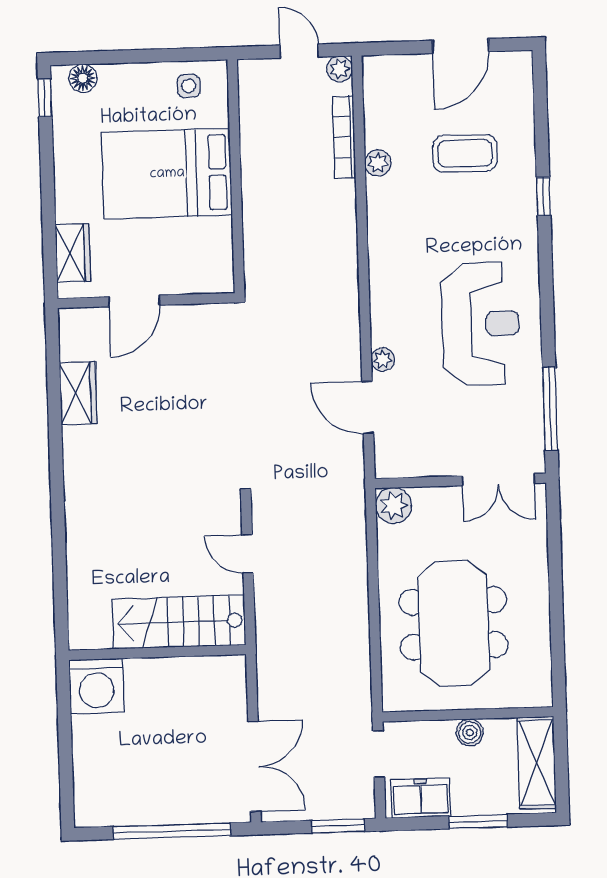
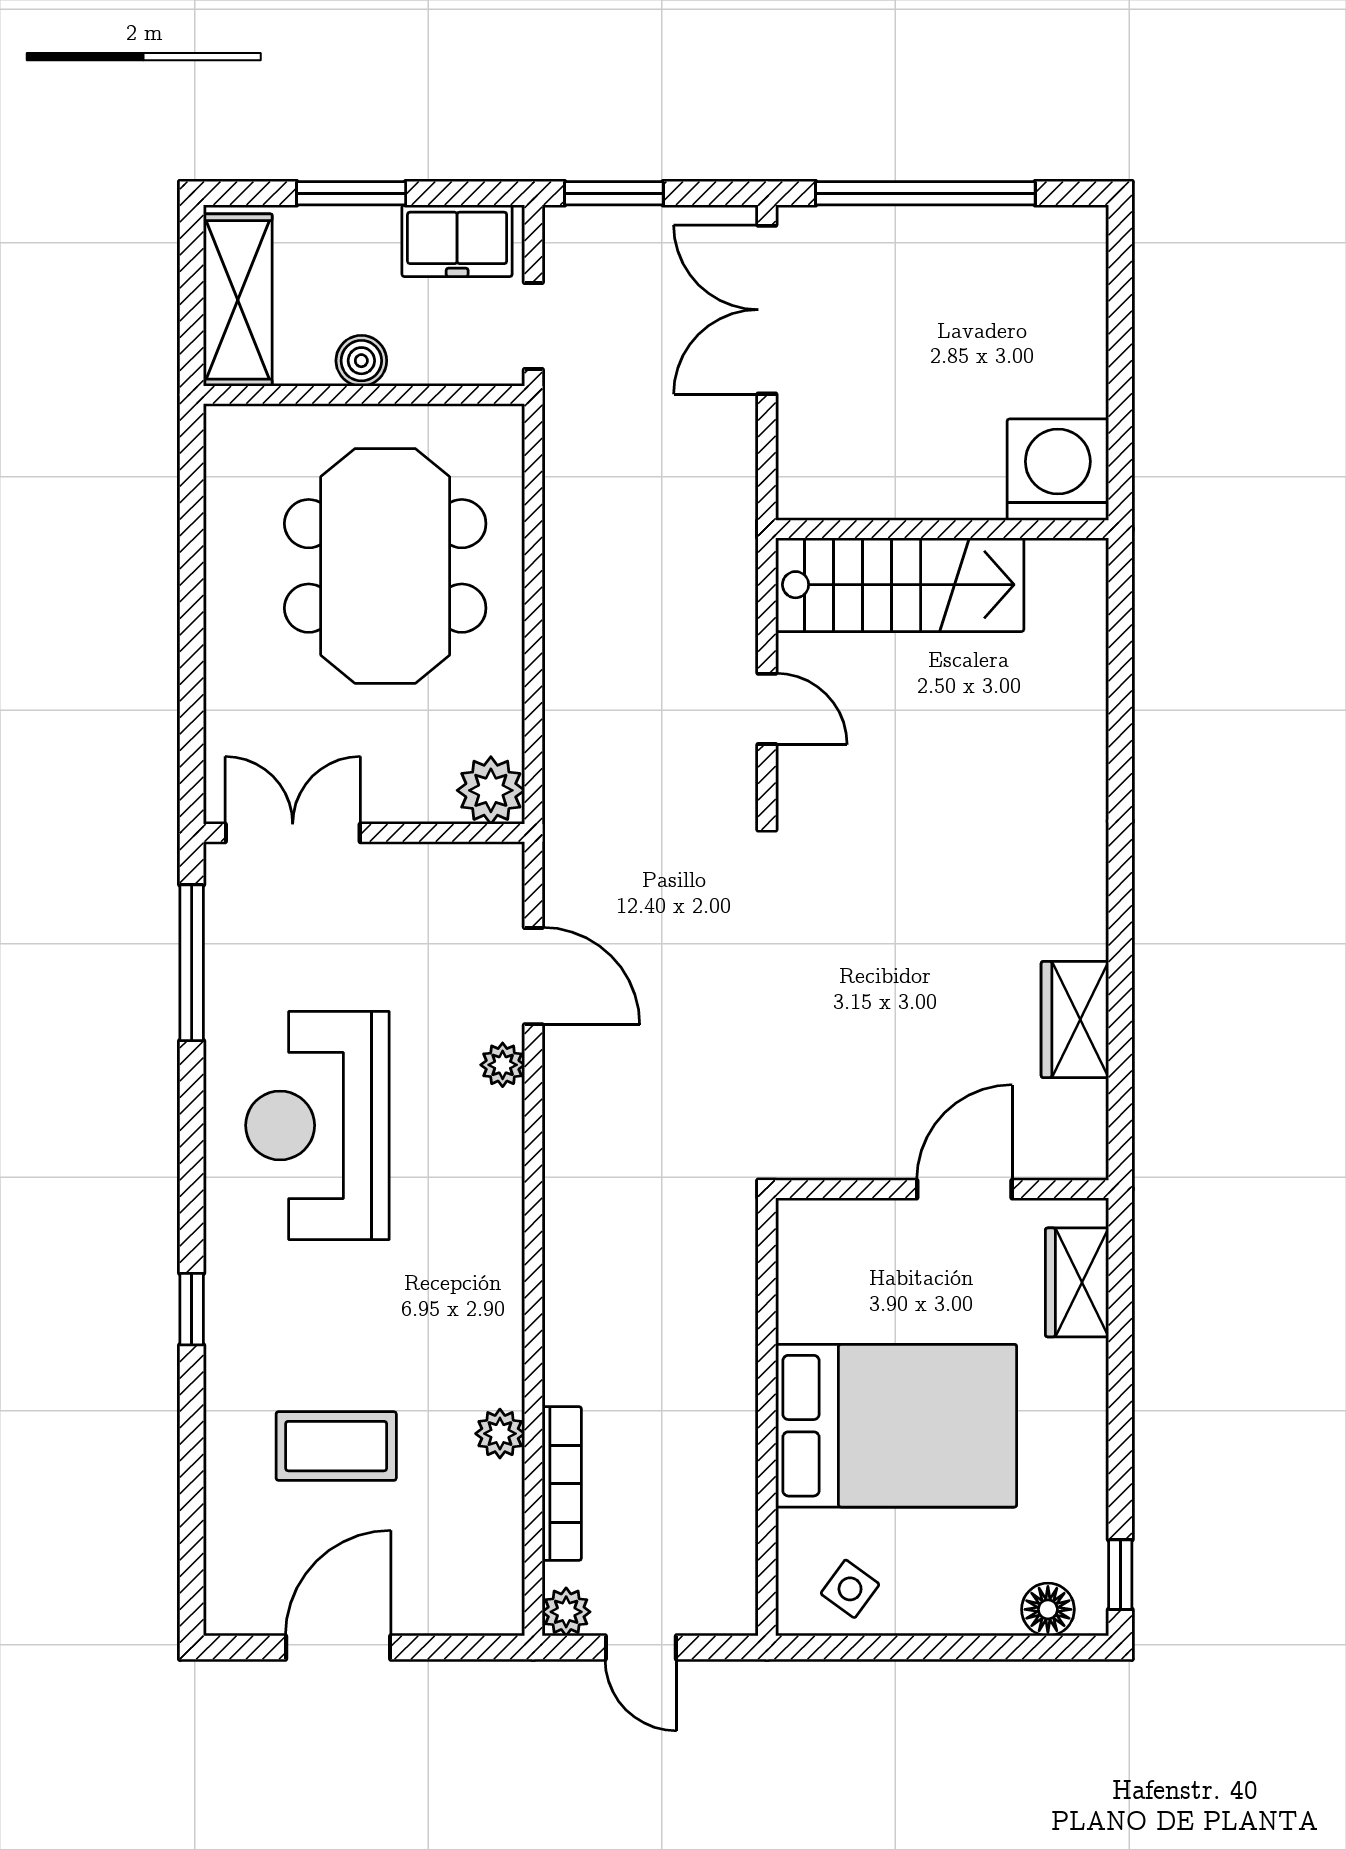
side table: (189, 86) -> (850, 1589), turned 36
window: (543, 196) -> (192, 1309), moved

